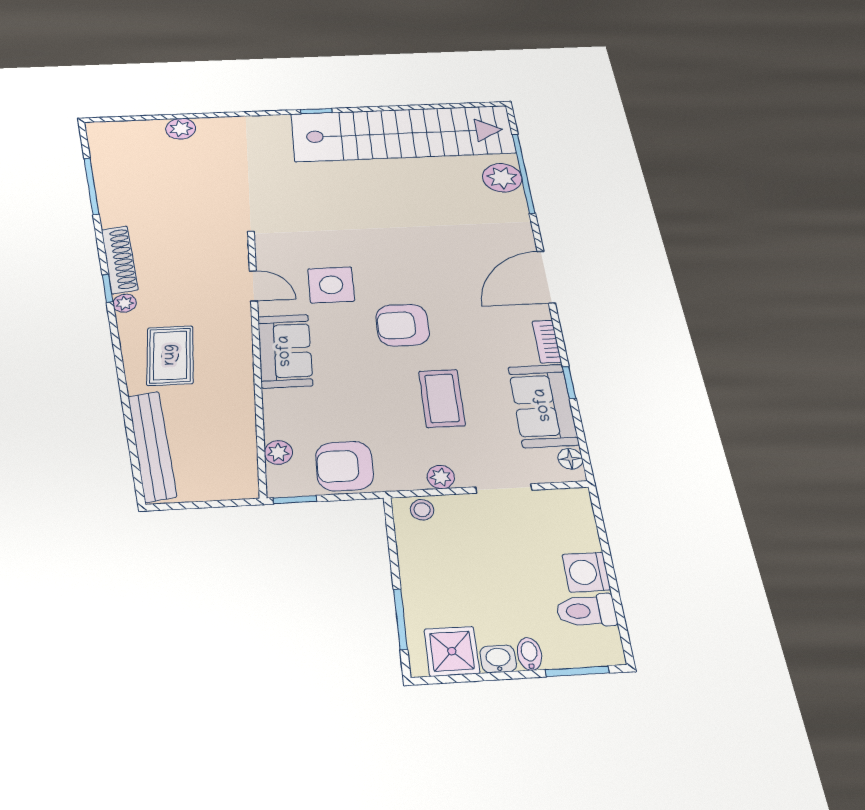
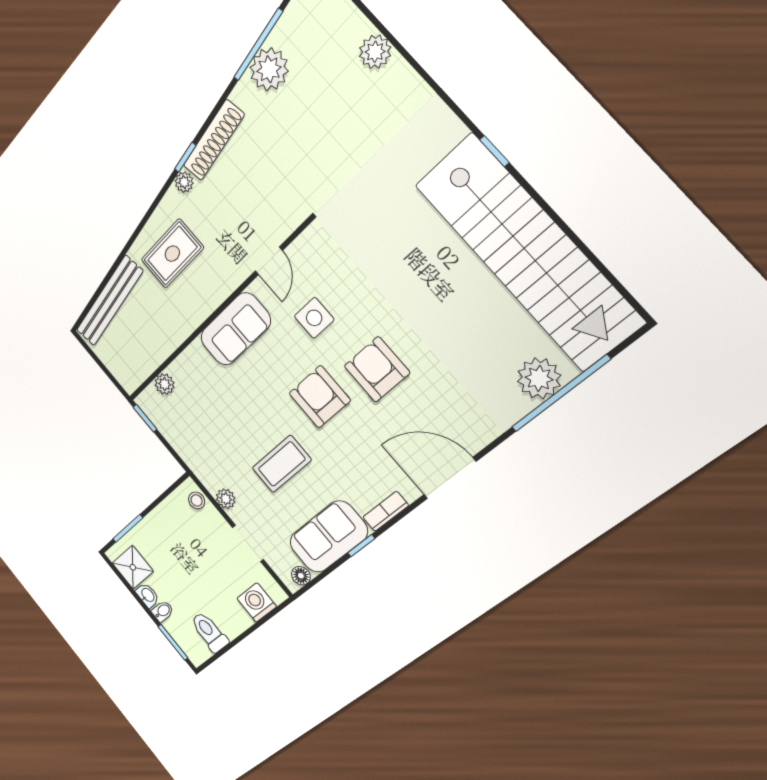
plant: (116, 191) -> (269, 69), added
side table: (331, 285) -> (314, 318), width x0.73, depth x0.73
armchair: (344, 466) -> (377, 369), moved
washing machine: (586, 572) -> (257, 602), moved

